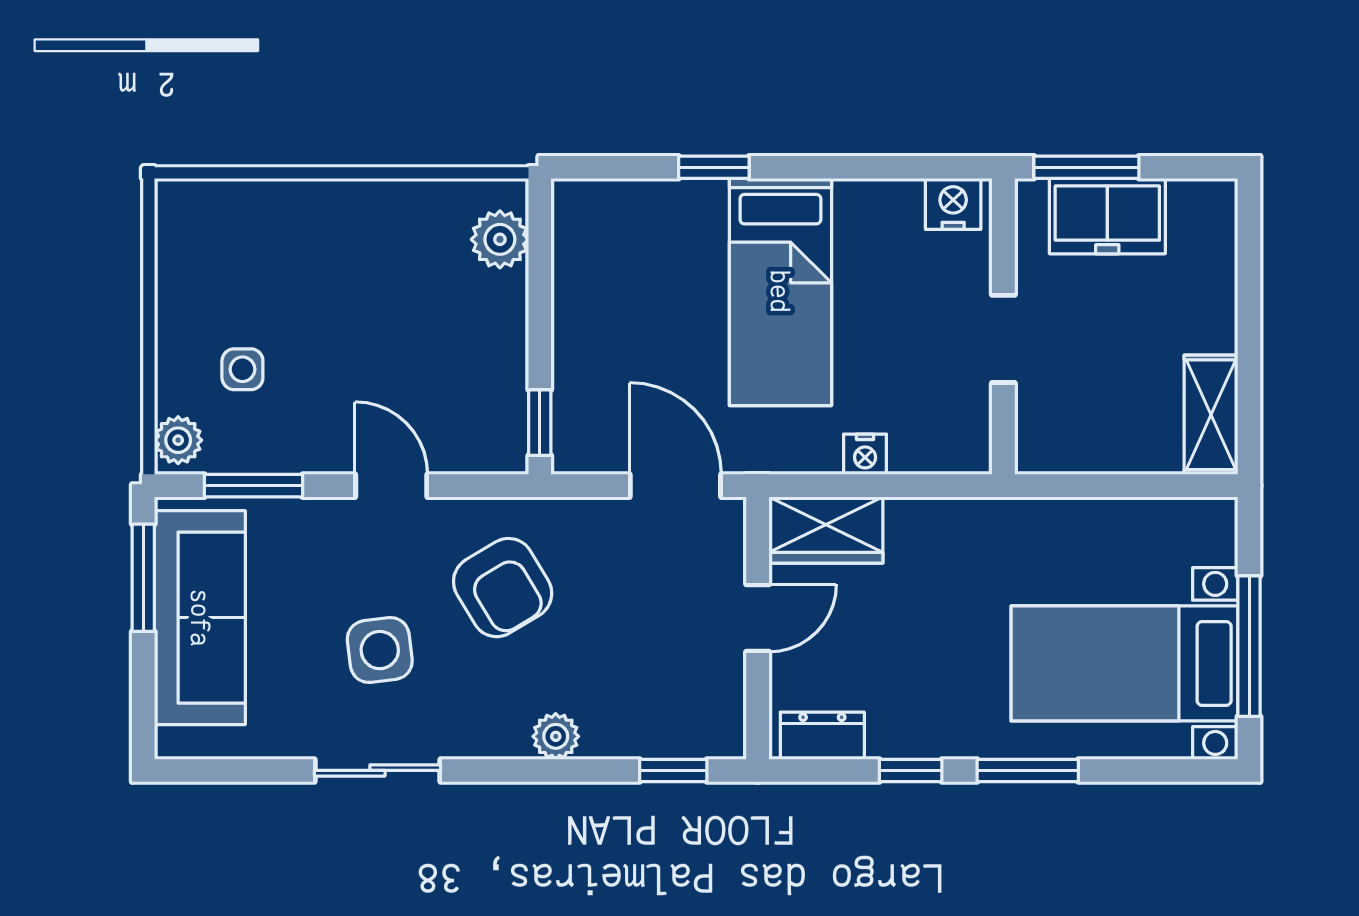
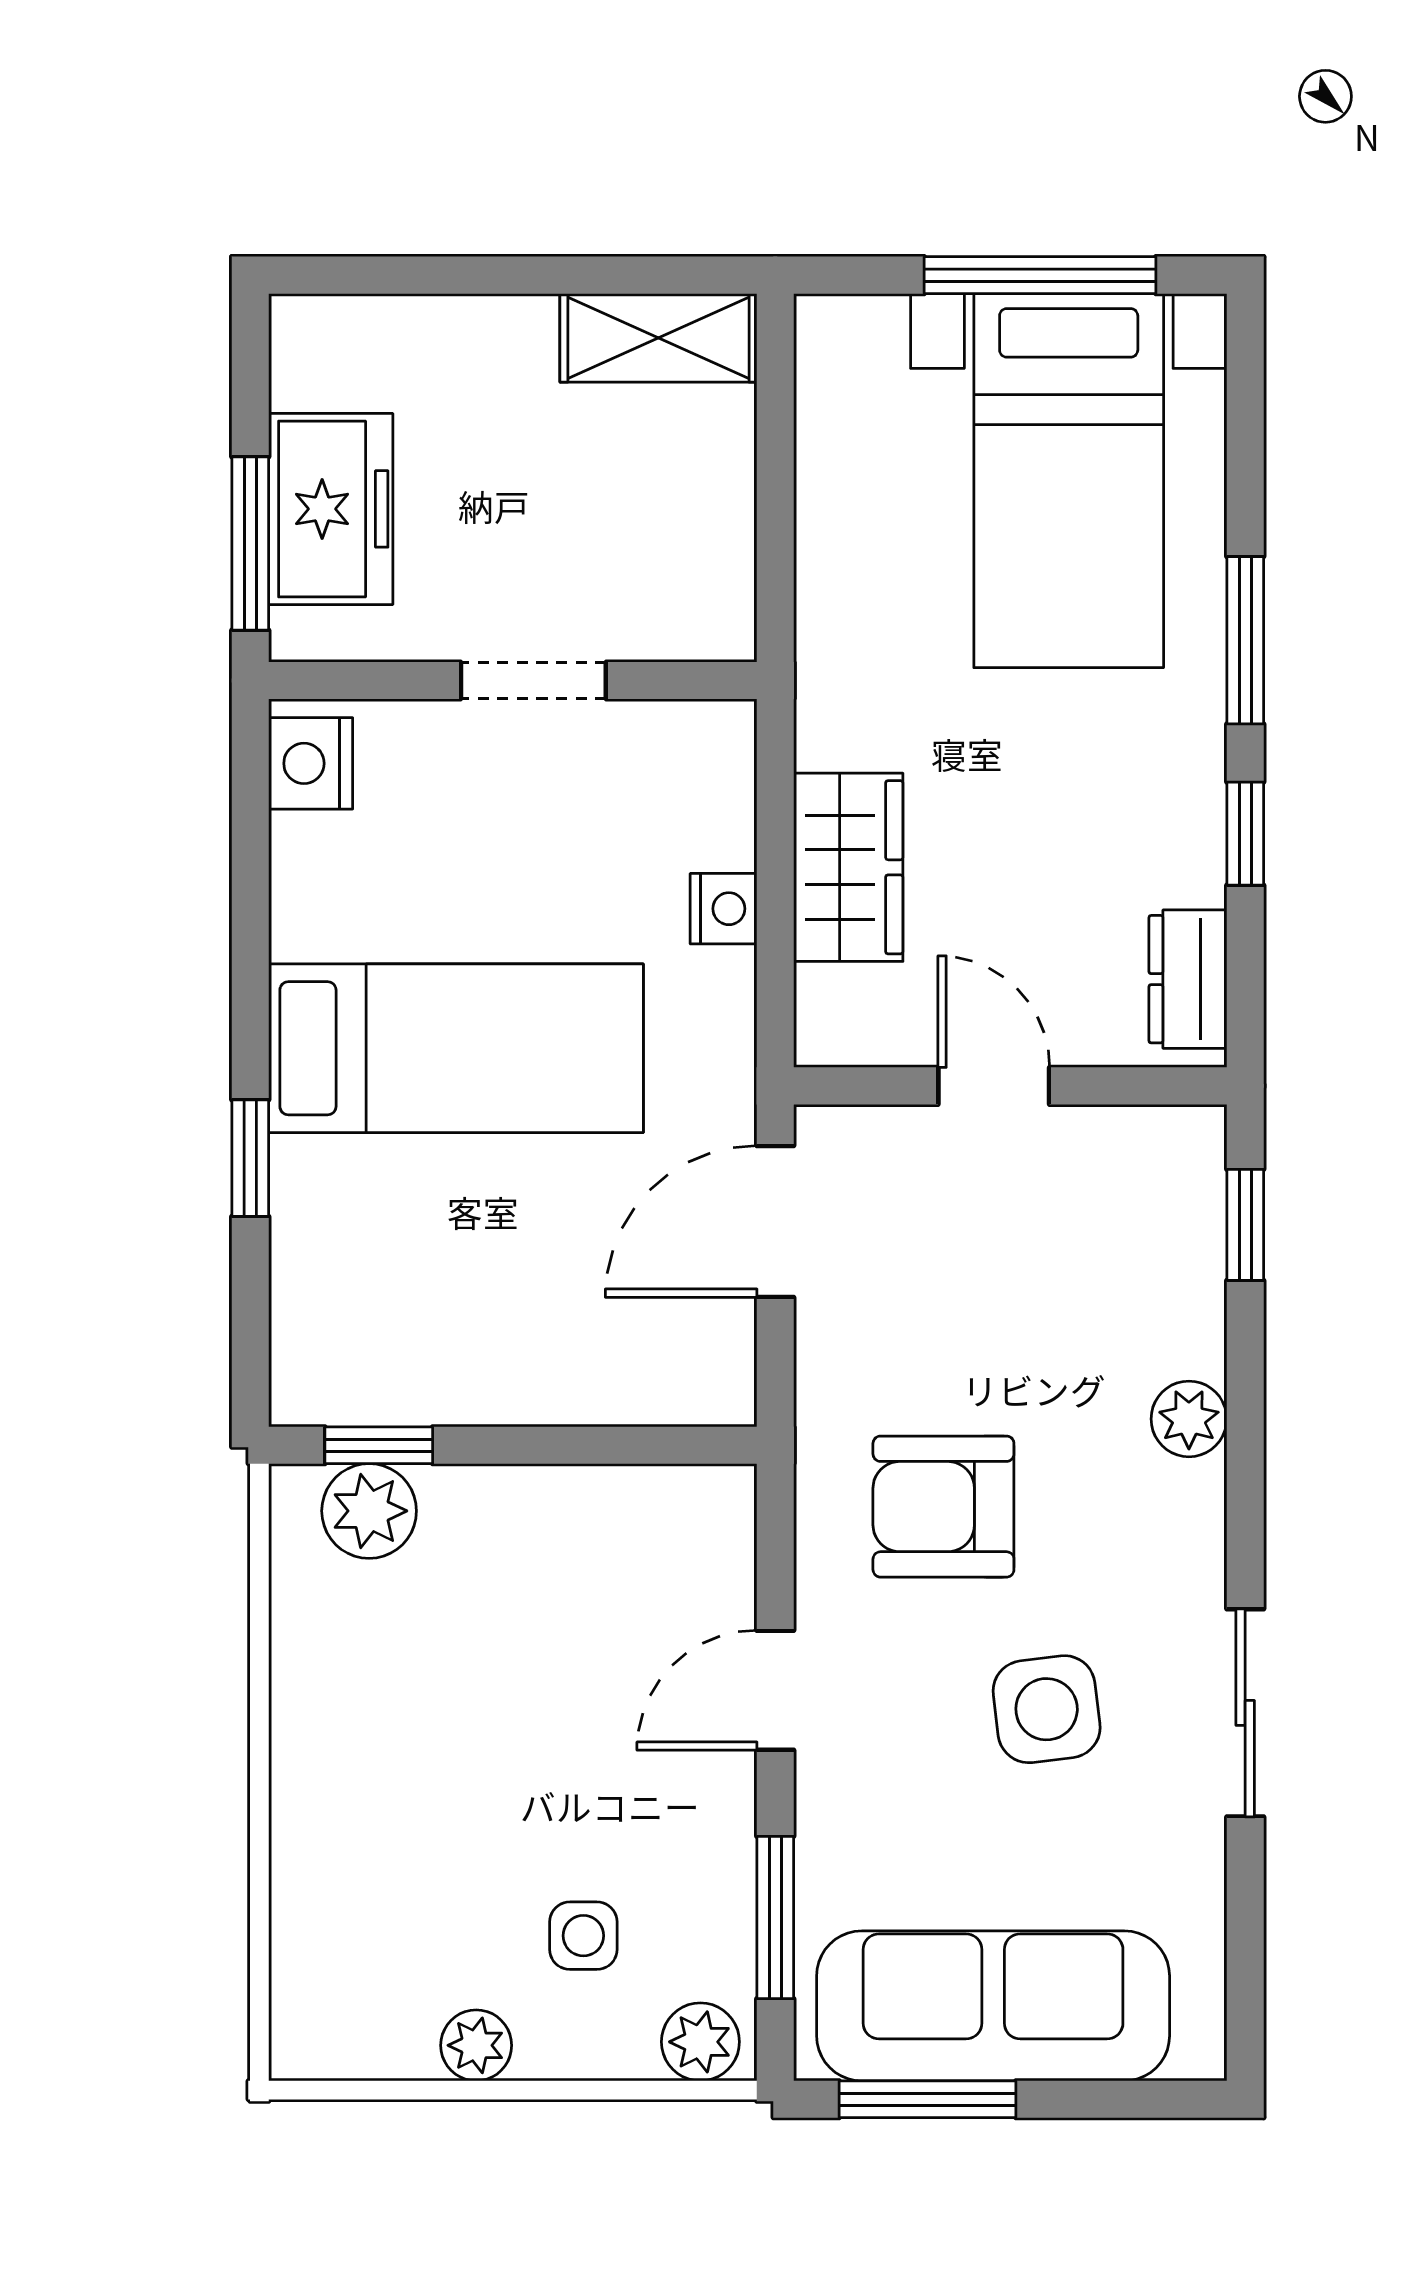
plant: (176, 304) -> (476, 2045), added
window: (540, 423) -> (379, 1445), moved
wardrobe: (826, 530) -> (848, 867), moved
armchair: (503, 588) -> (943, 1507), turned -149

